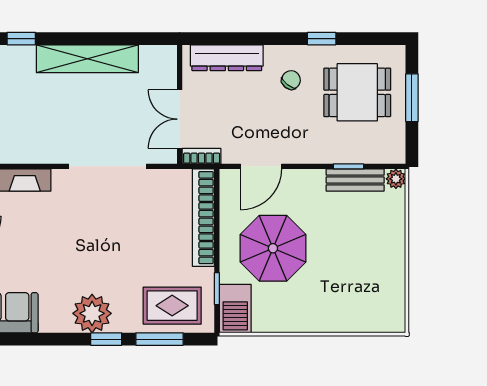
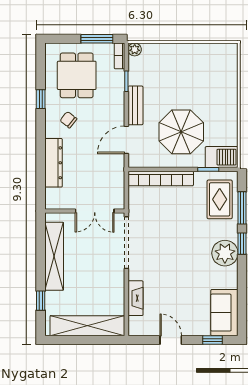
window: (412, 98) -> (97, 39), moved
wall: (180, 104) -> (85, 211), moved
double door: (180, 119) -> (95, 211), moved
bookcase: (202, 156) -> (120, 56), moved
door: (261, 166) -> (126, 140), swing flipped
bench: (355, 180) -> (135, 105), moved

